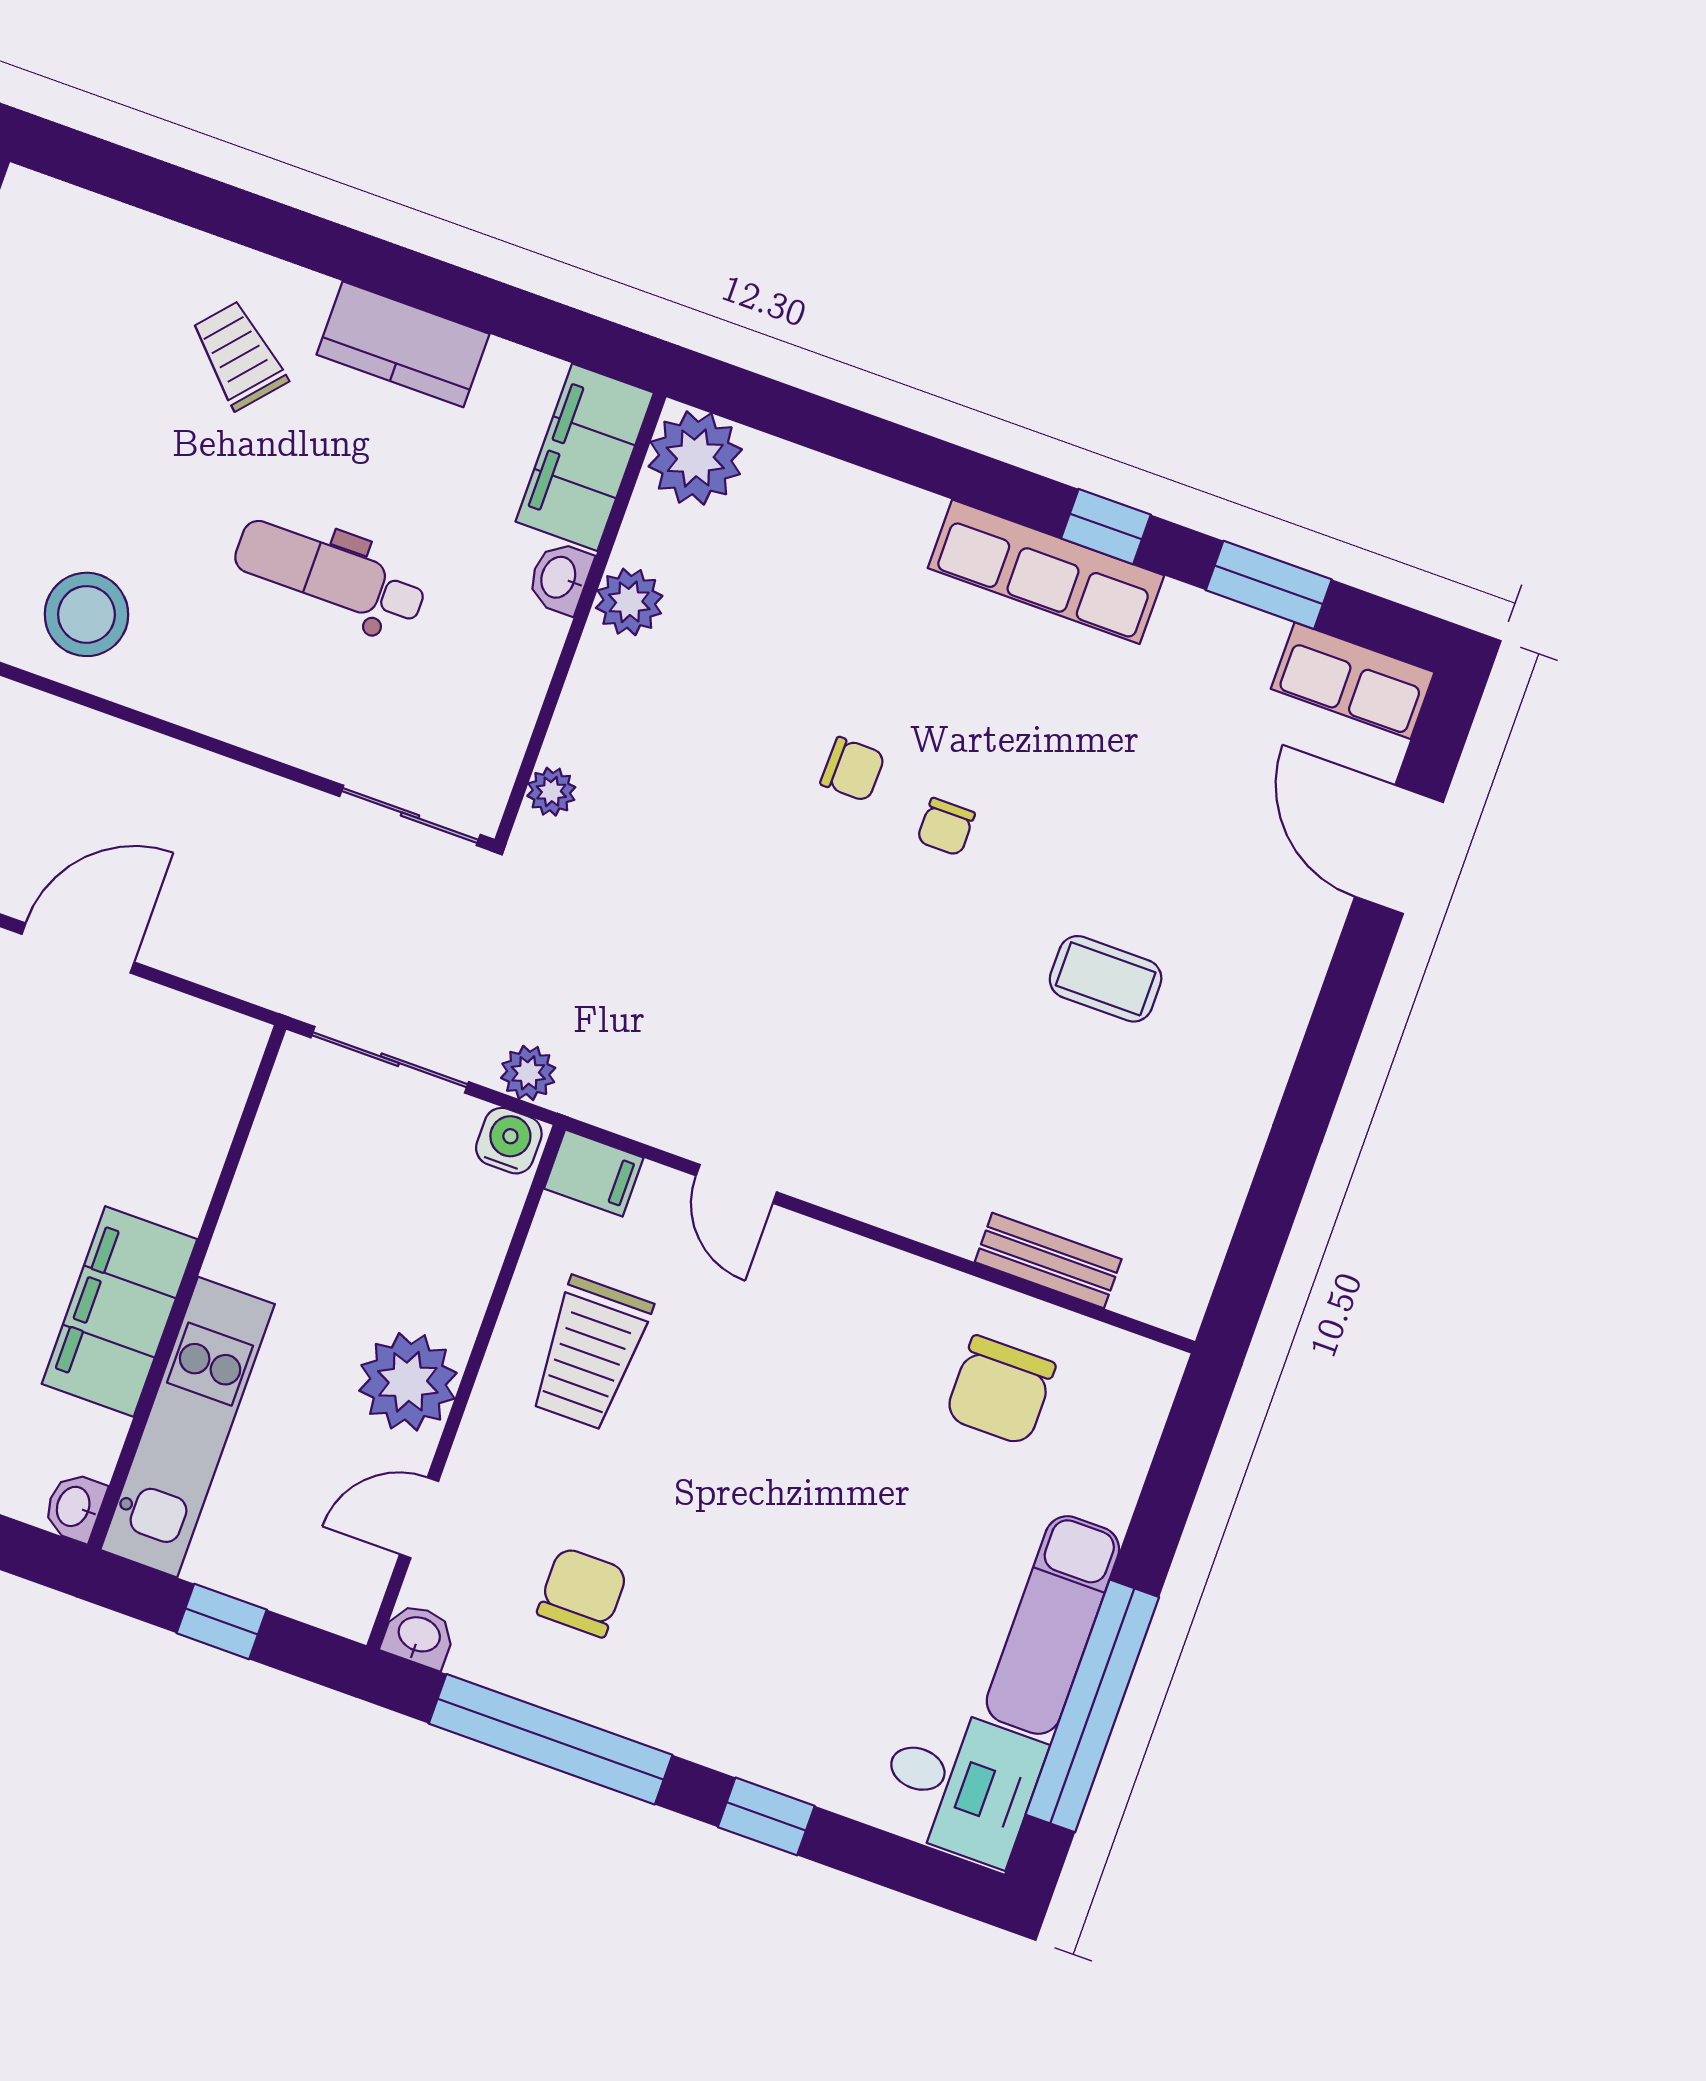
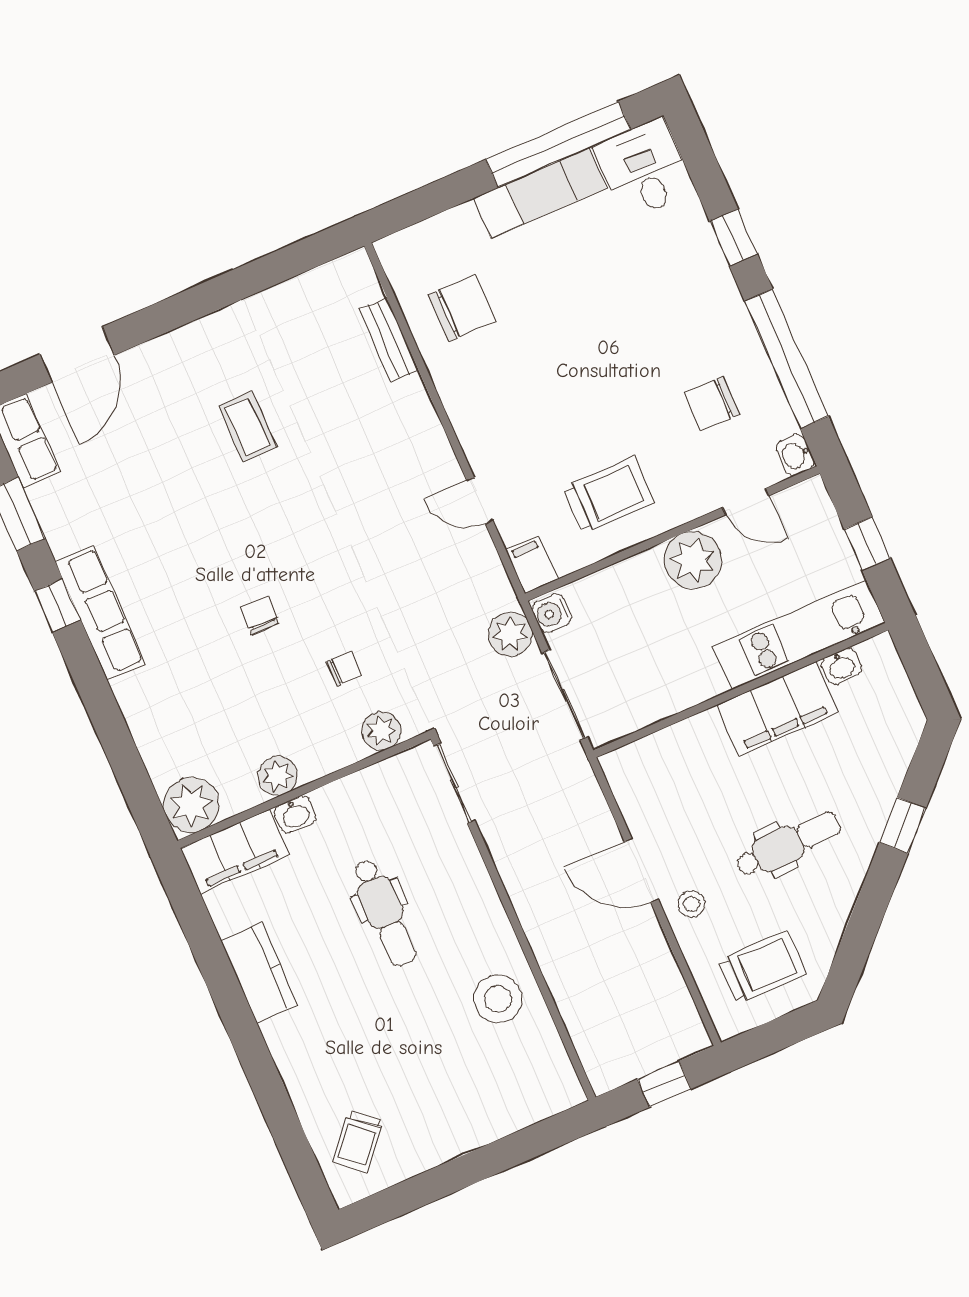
trolley: (239, 355) -> (358, 1141), moved
plant: (551, 792) -> (381, 731), width x1.38, depth x1.38
chair: (946, 827) -> (344, 669), moved
plant: (528, 1073) -> (510, 634), width x1.38, depth x1.38
door: (736, 1184) -> (480, 500), swing flipped
washbasin: (75, 1507) -> (841, 666), moved

